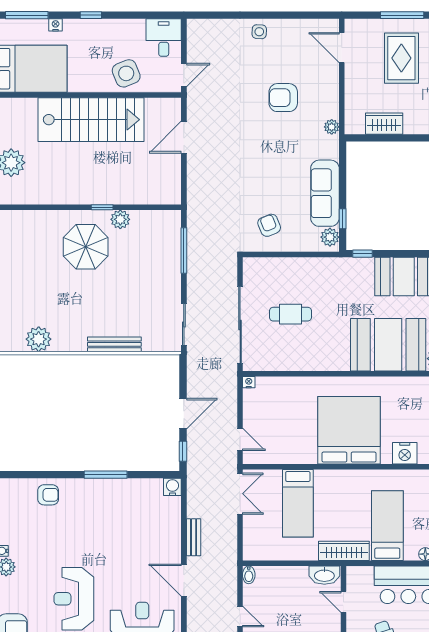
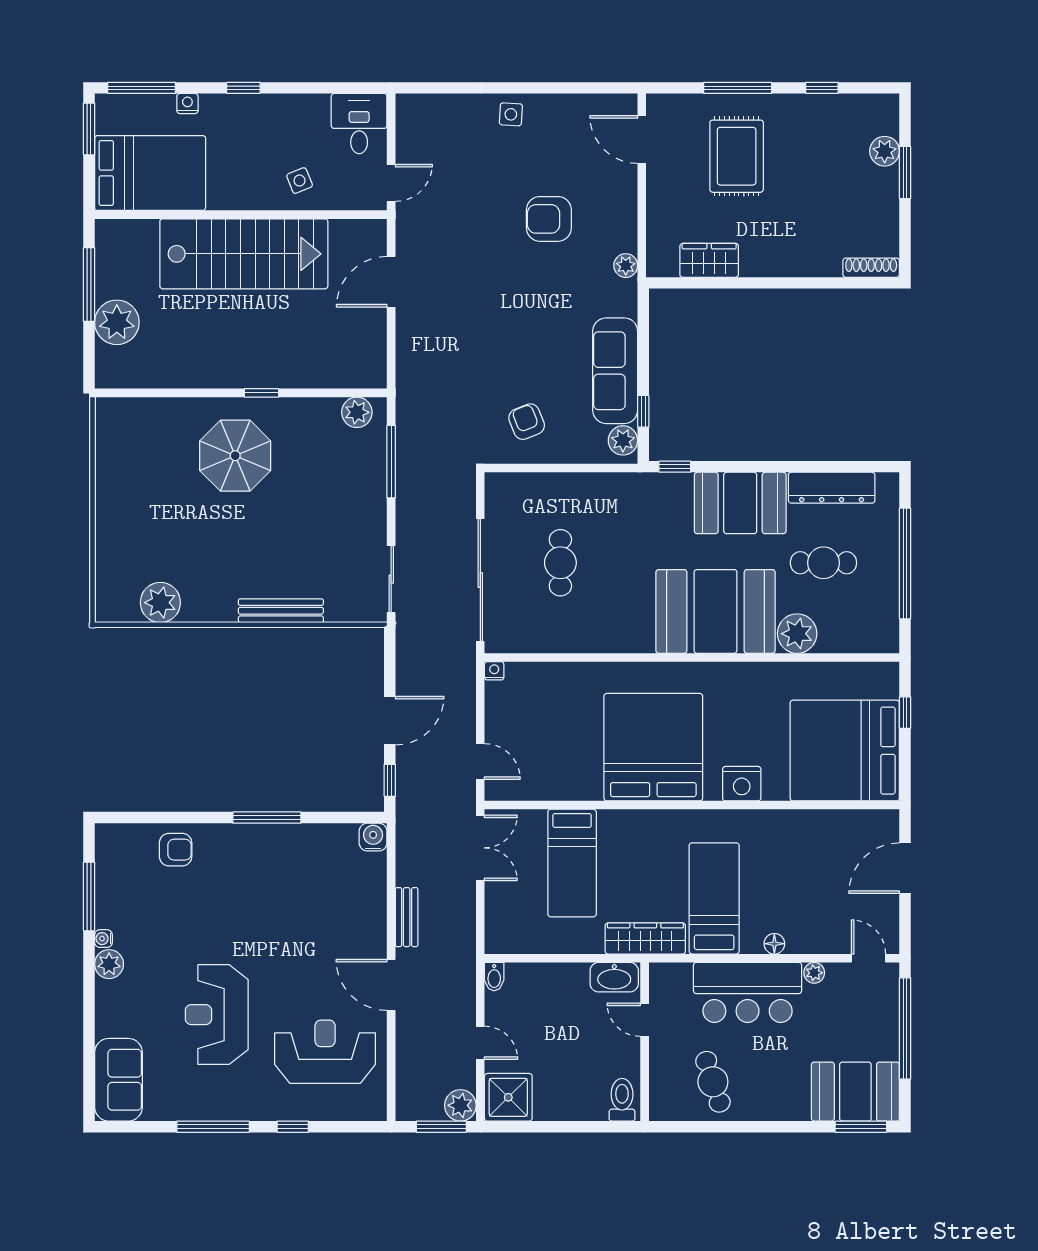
side table: (126, 73) -> (300, 181), width x0.54, depth x0.54
plant: (120, 219) -> (357, 412), moved
cafe table: (290, 314) -> (560, 563), turned 90

